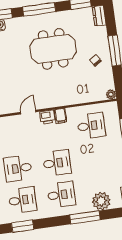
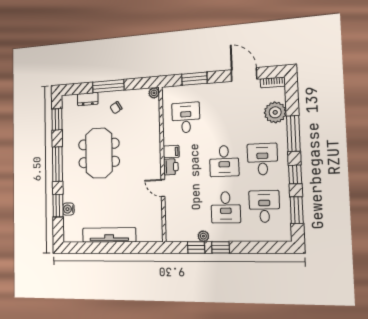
dresser: (99, 16) -> (88, 99), moved
desk: (57, 163) -> (224, 161), turned 180
window: (51, 222) -> (295, 174), added

